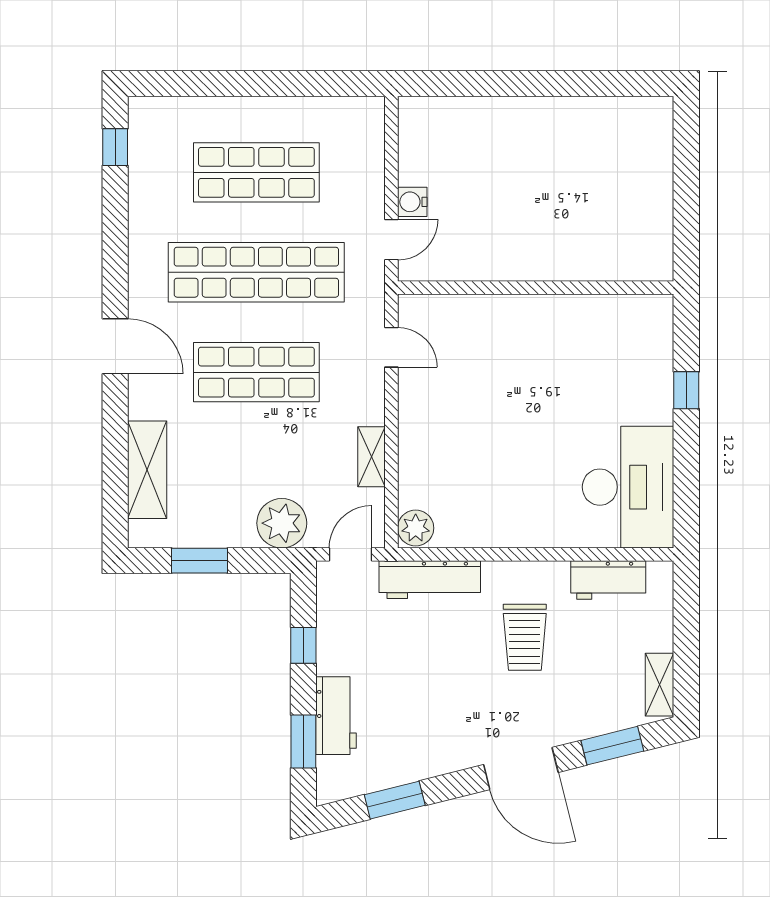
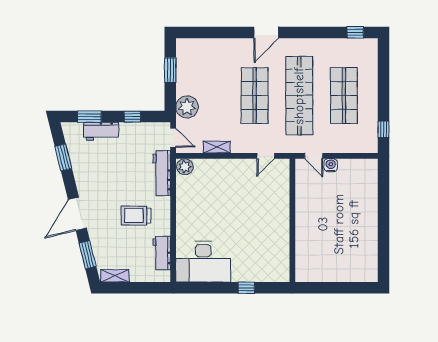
window: (332, 84) -> (384, 129), added
shelving: (147, 470) -> (211, 47), removed

